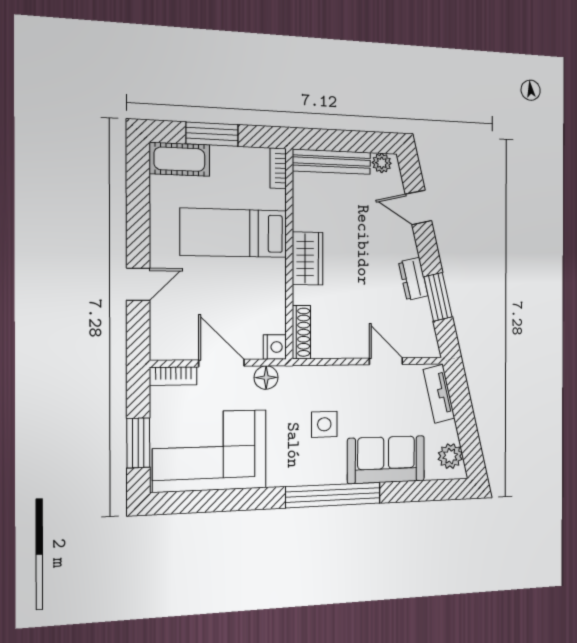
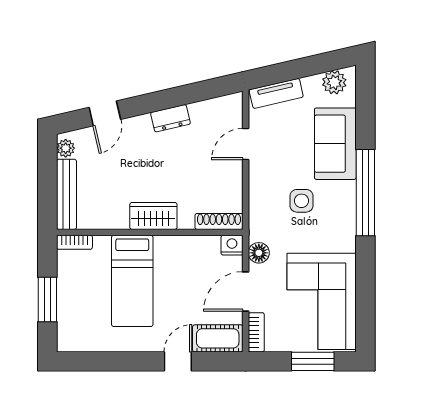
cot: (179, 159) -> (218, 338), moved, turned 90
door: (138, 284) -> (178, 361), hinge flipped
window: (438, 297) -> (187, 95), removed

